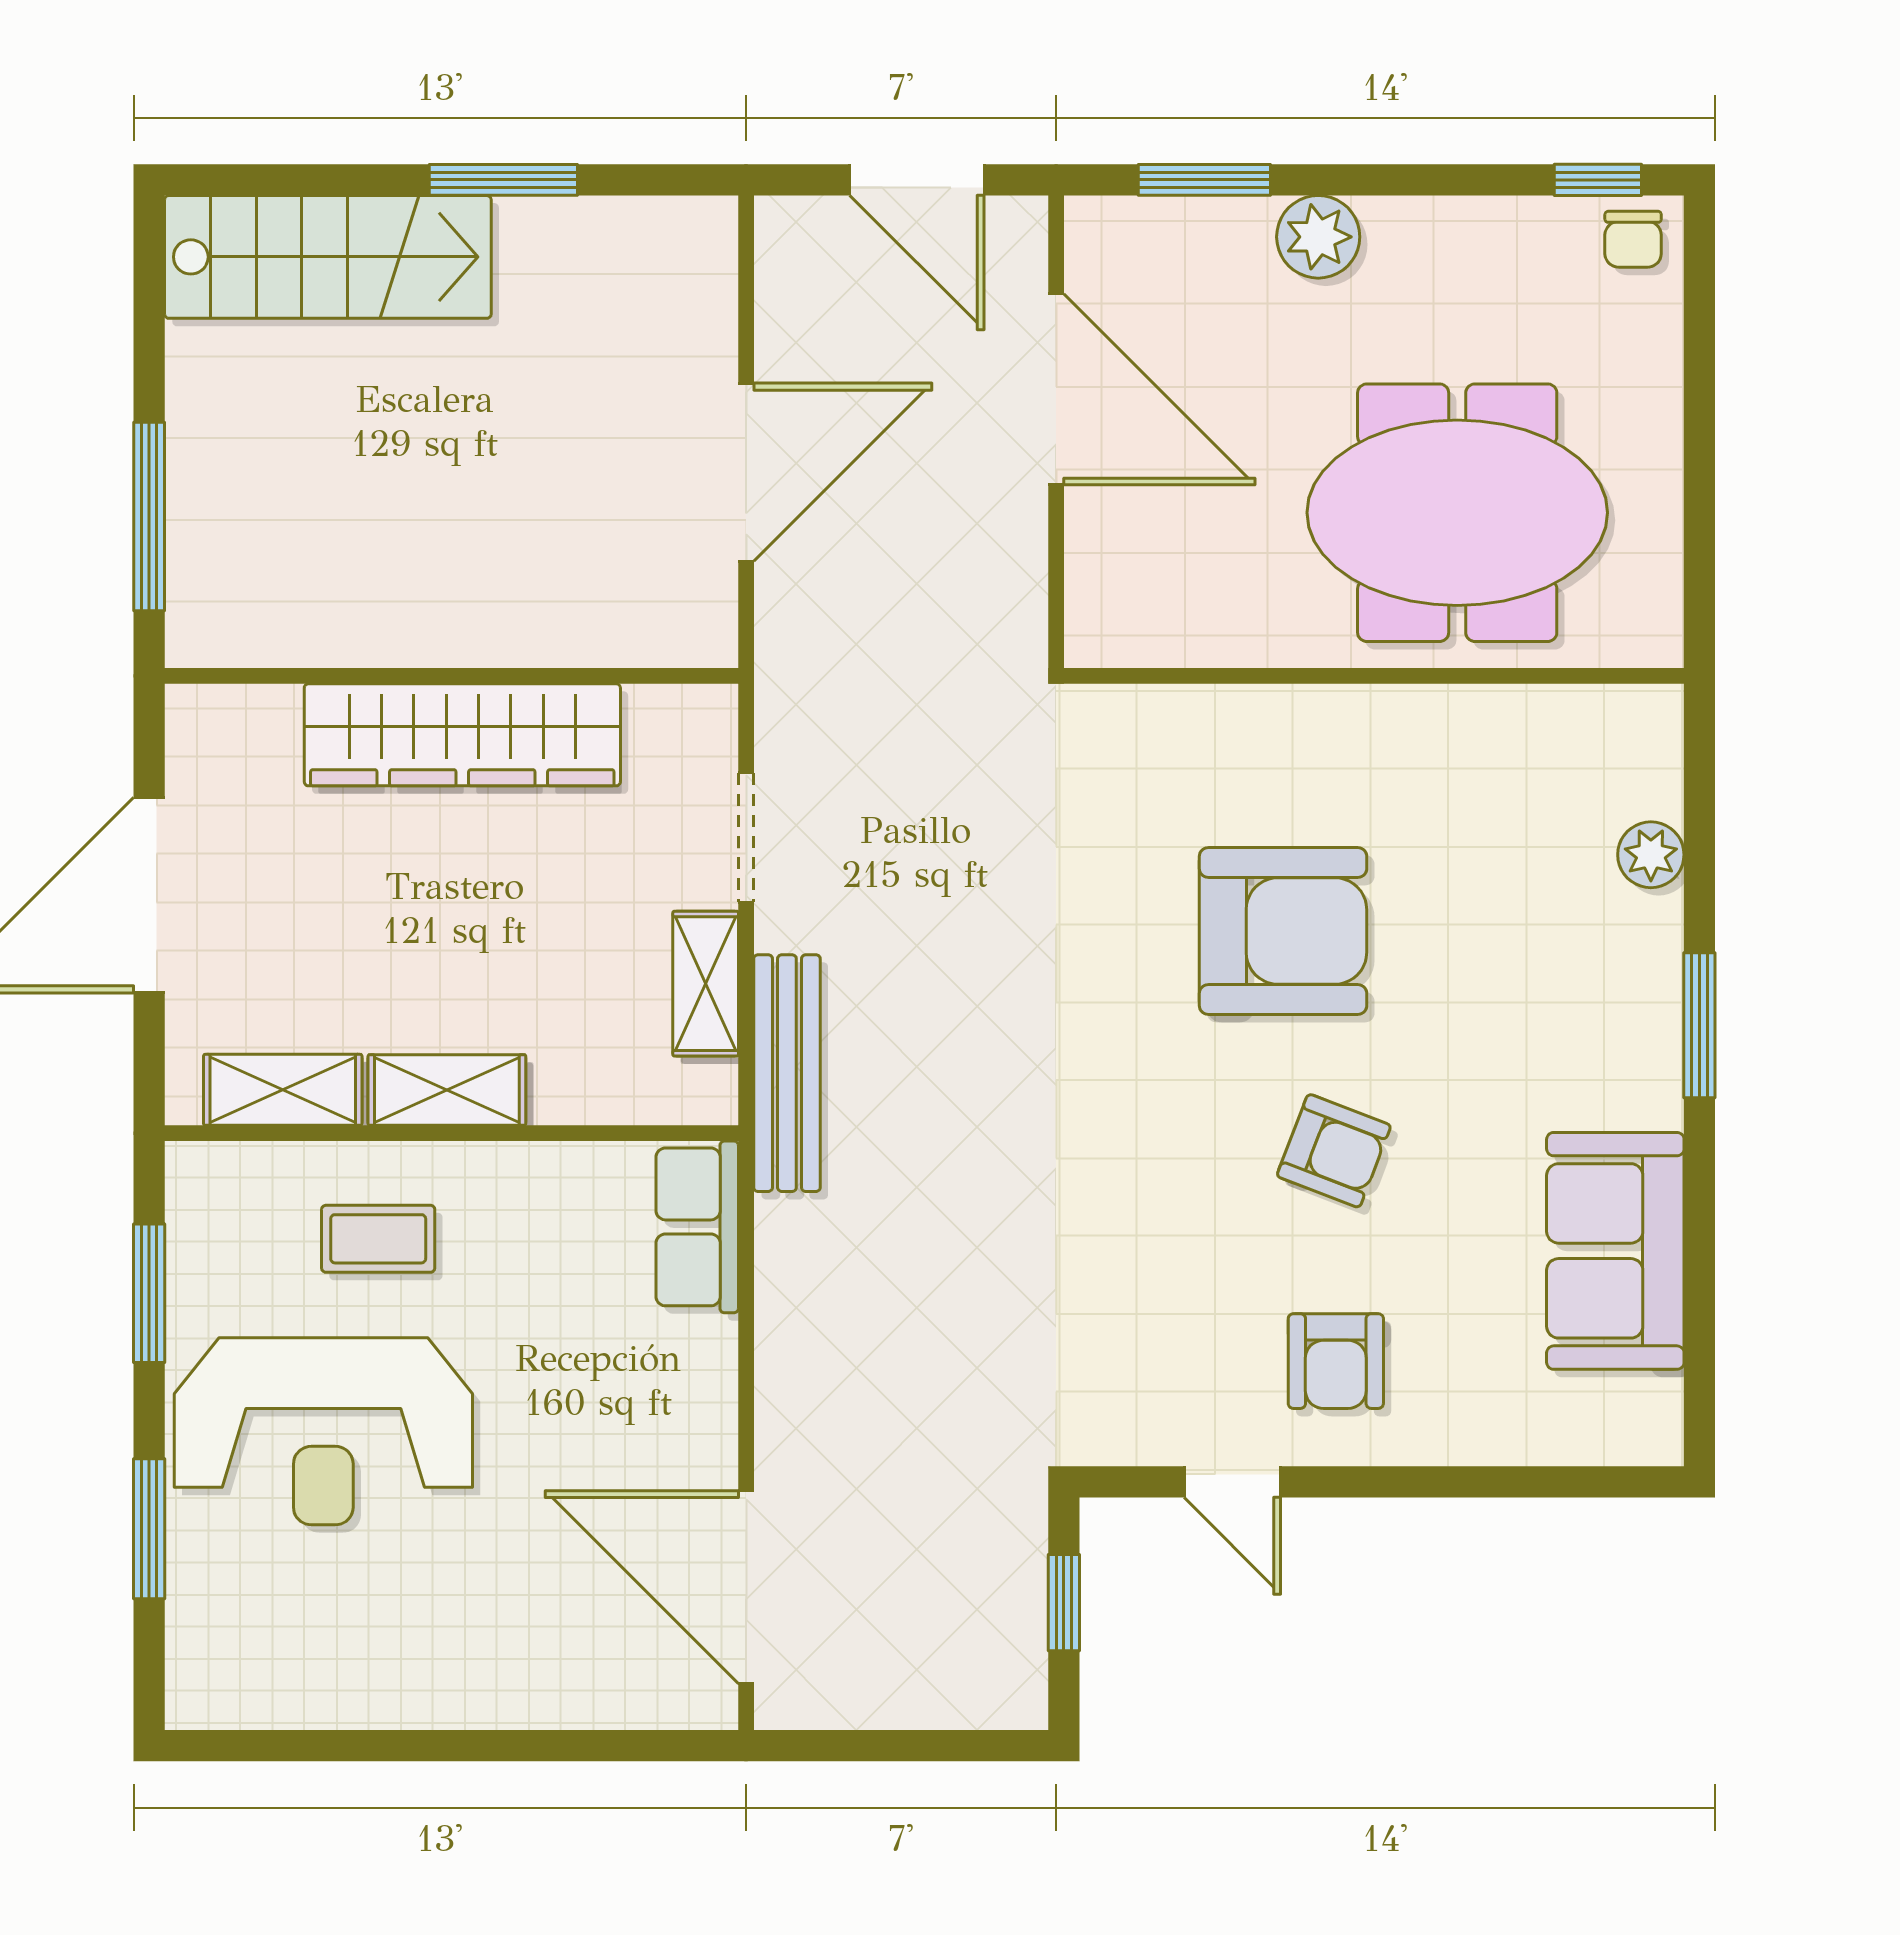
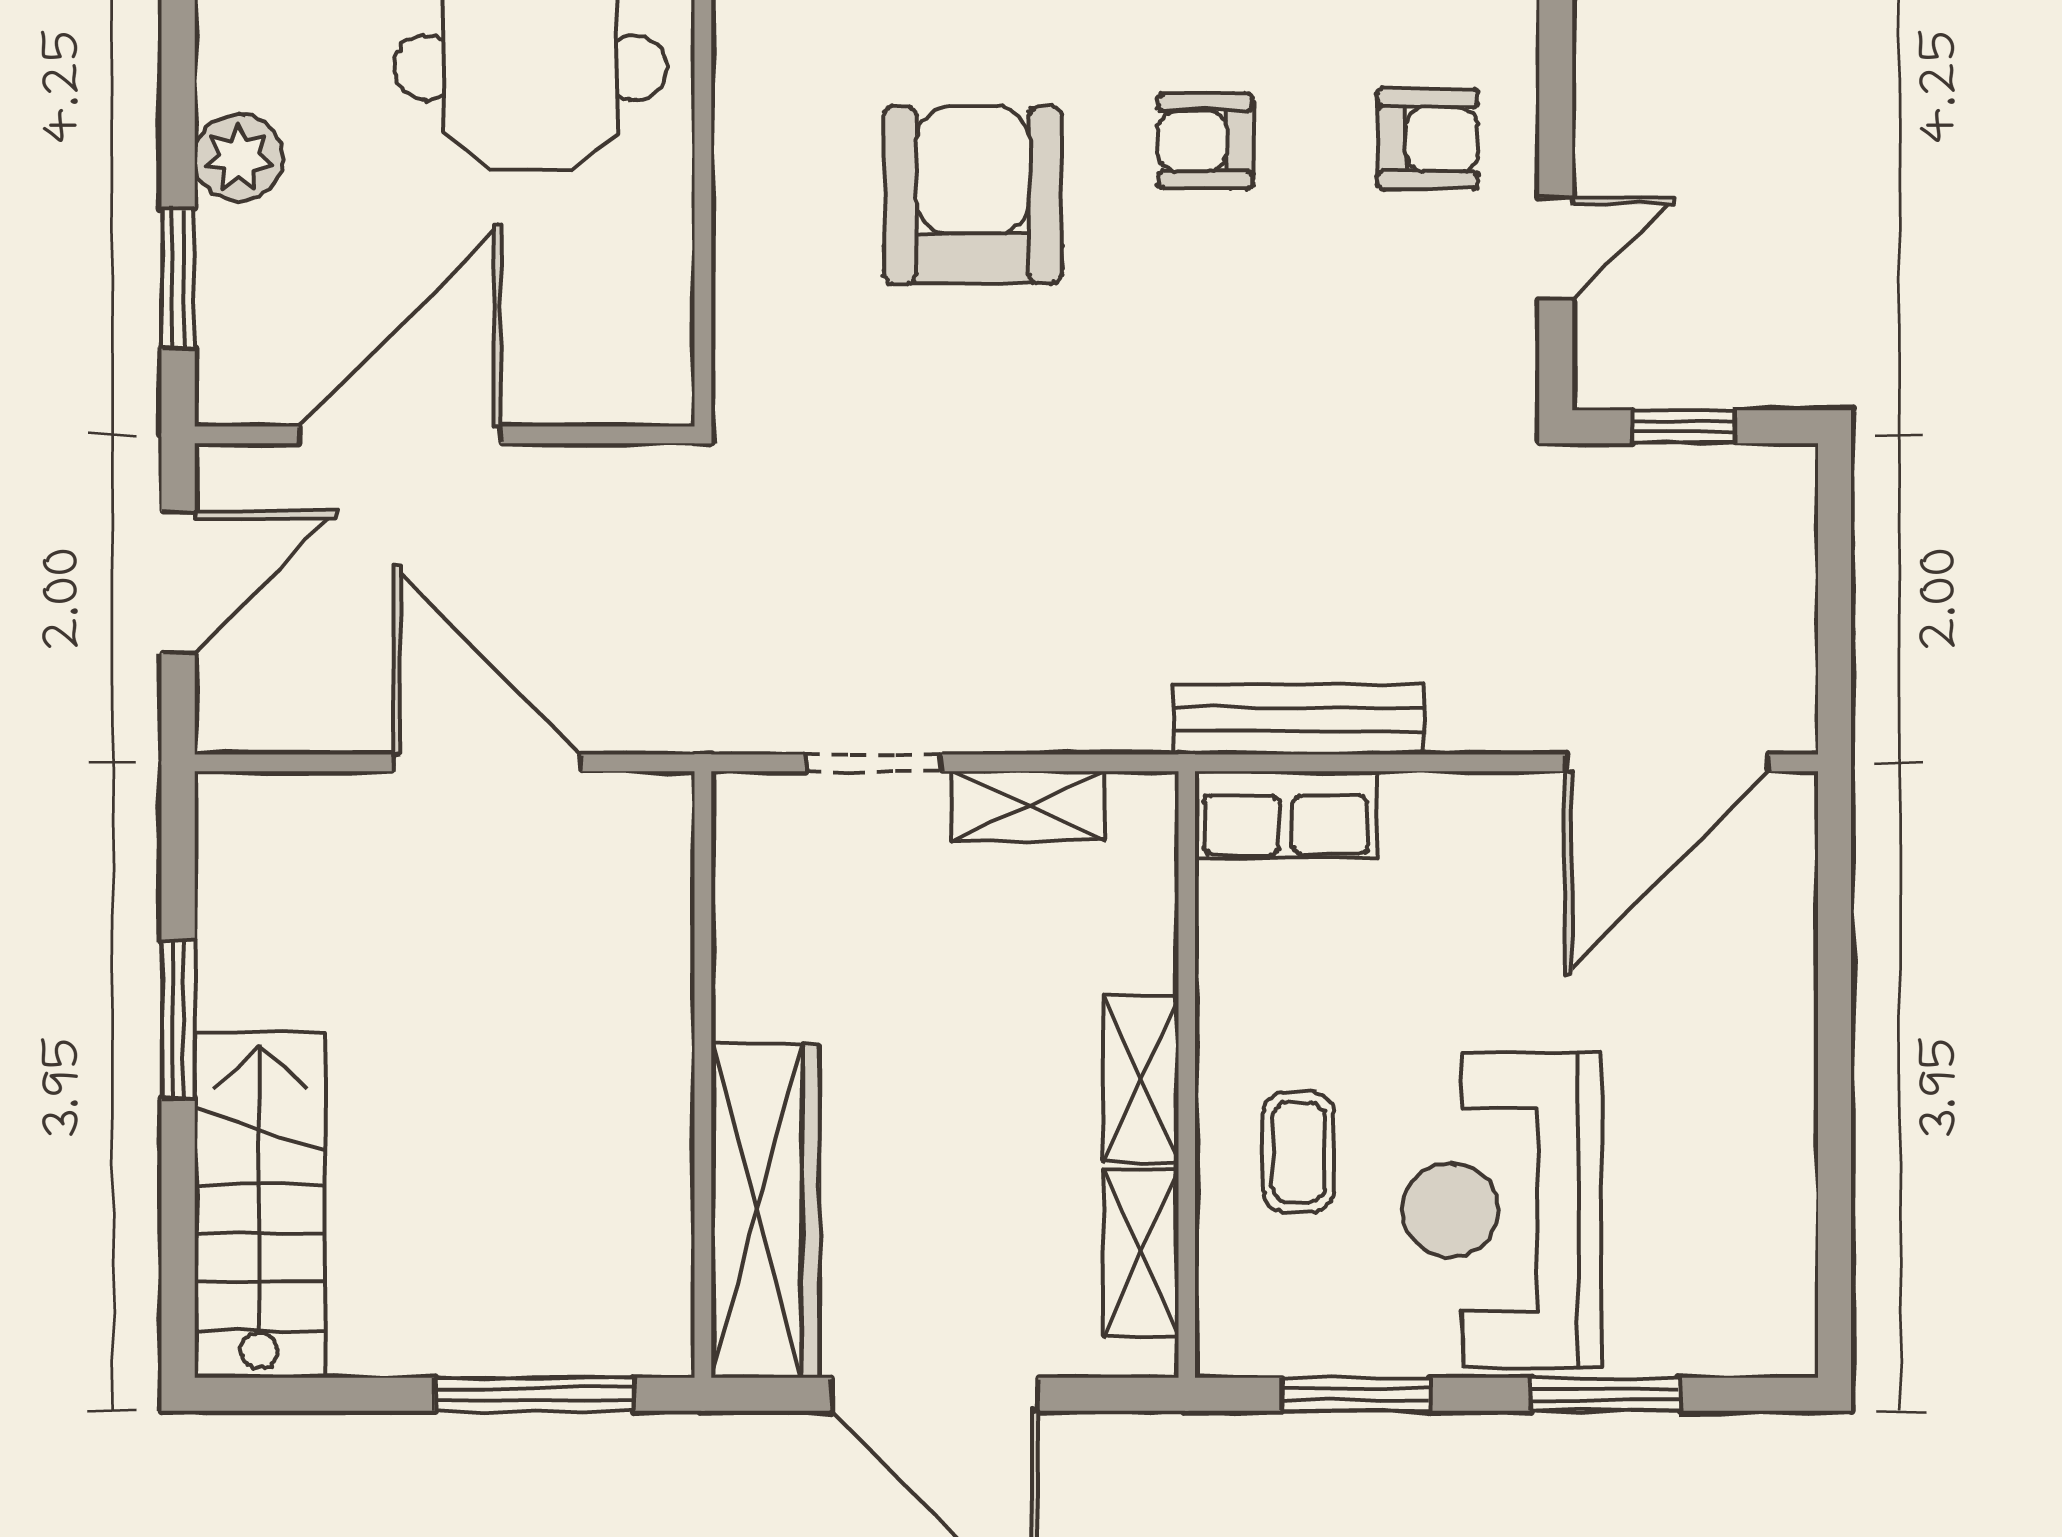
wardrobe: (462, 735) -> (765, 1211), moved
bench: (787, 1073) -> (1298, 720), moved
armchair: (1334, 1151) -> (1205, 141), turned -111
reception desk: (323, 1431) -> (1502, 1210), turned 180

